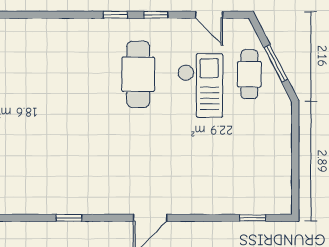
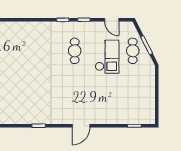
cafe table: (138, 74) -> (75, 51), width x0.73, depth x0.74

